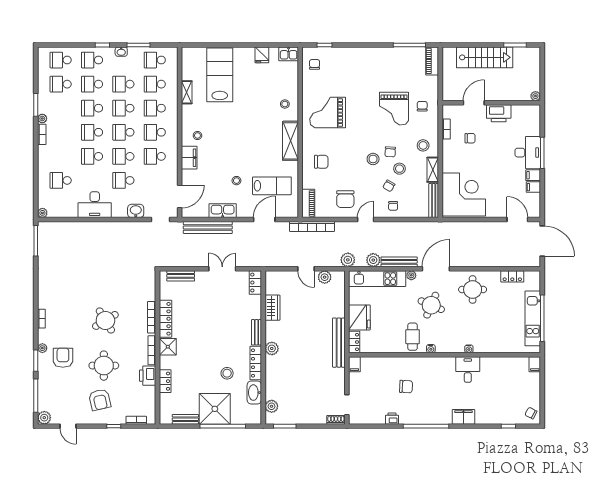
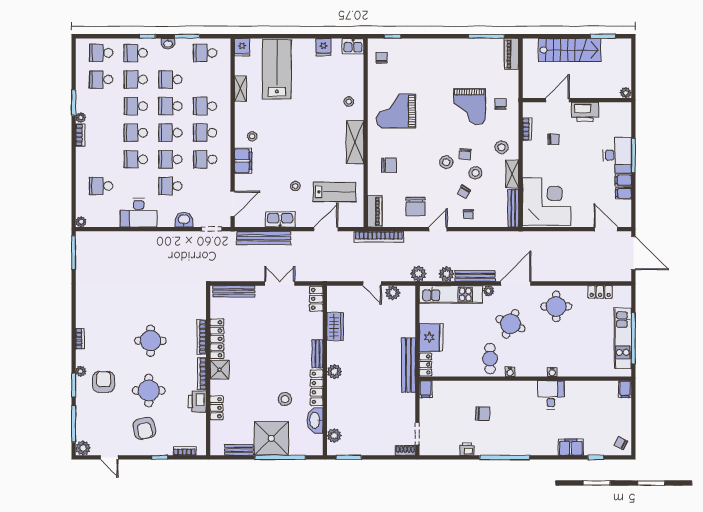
fridge: (188, 55) -> (242, 47), added
school desk: (155, 84) -> (205, 79), removed
bench: (181, 276) -> (234, 291), width x1.36
round table: (105, 320) -> (151, 341), turned 31
filing cabinet: (463, 417) -> (571, 447), moved

